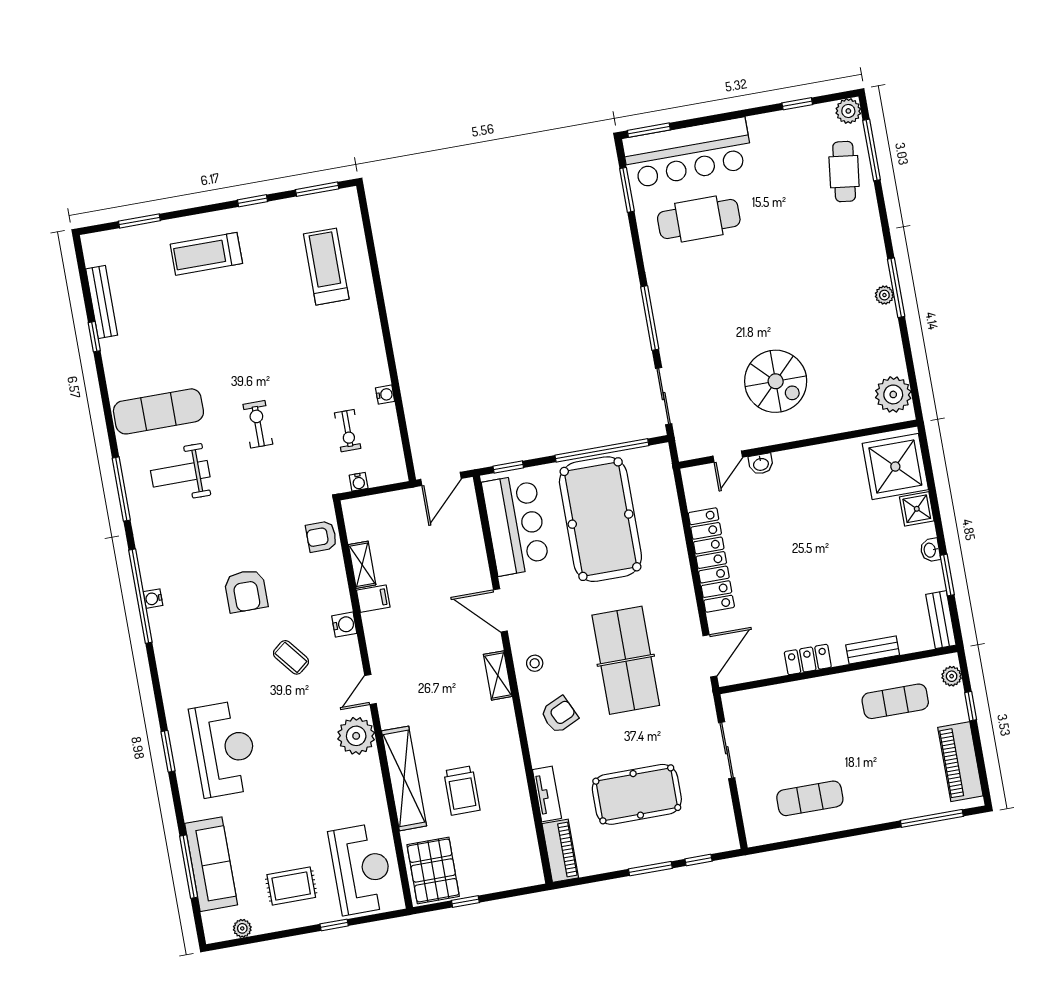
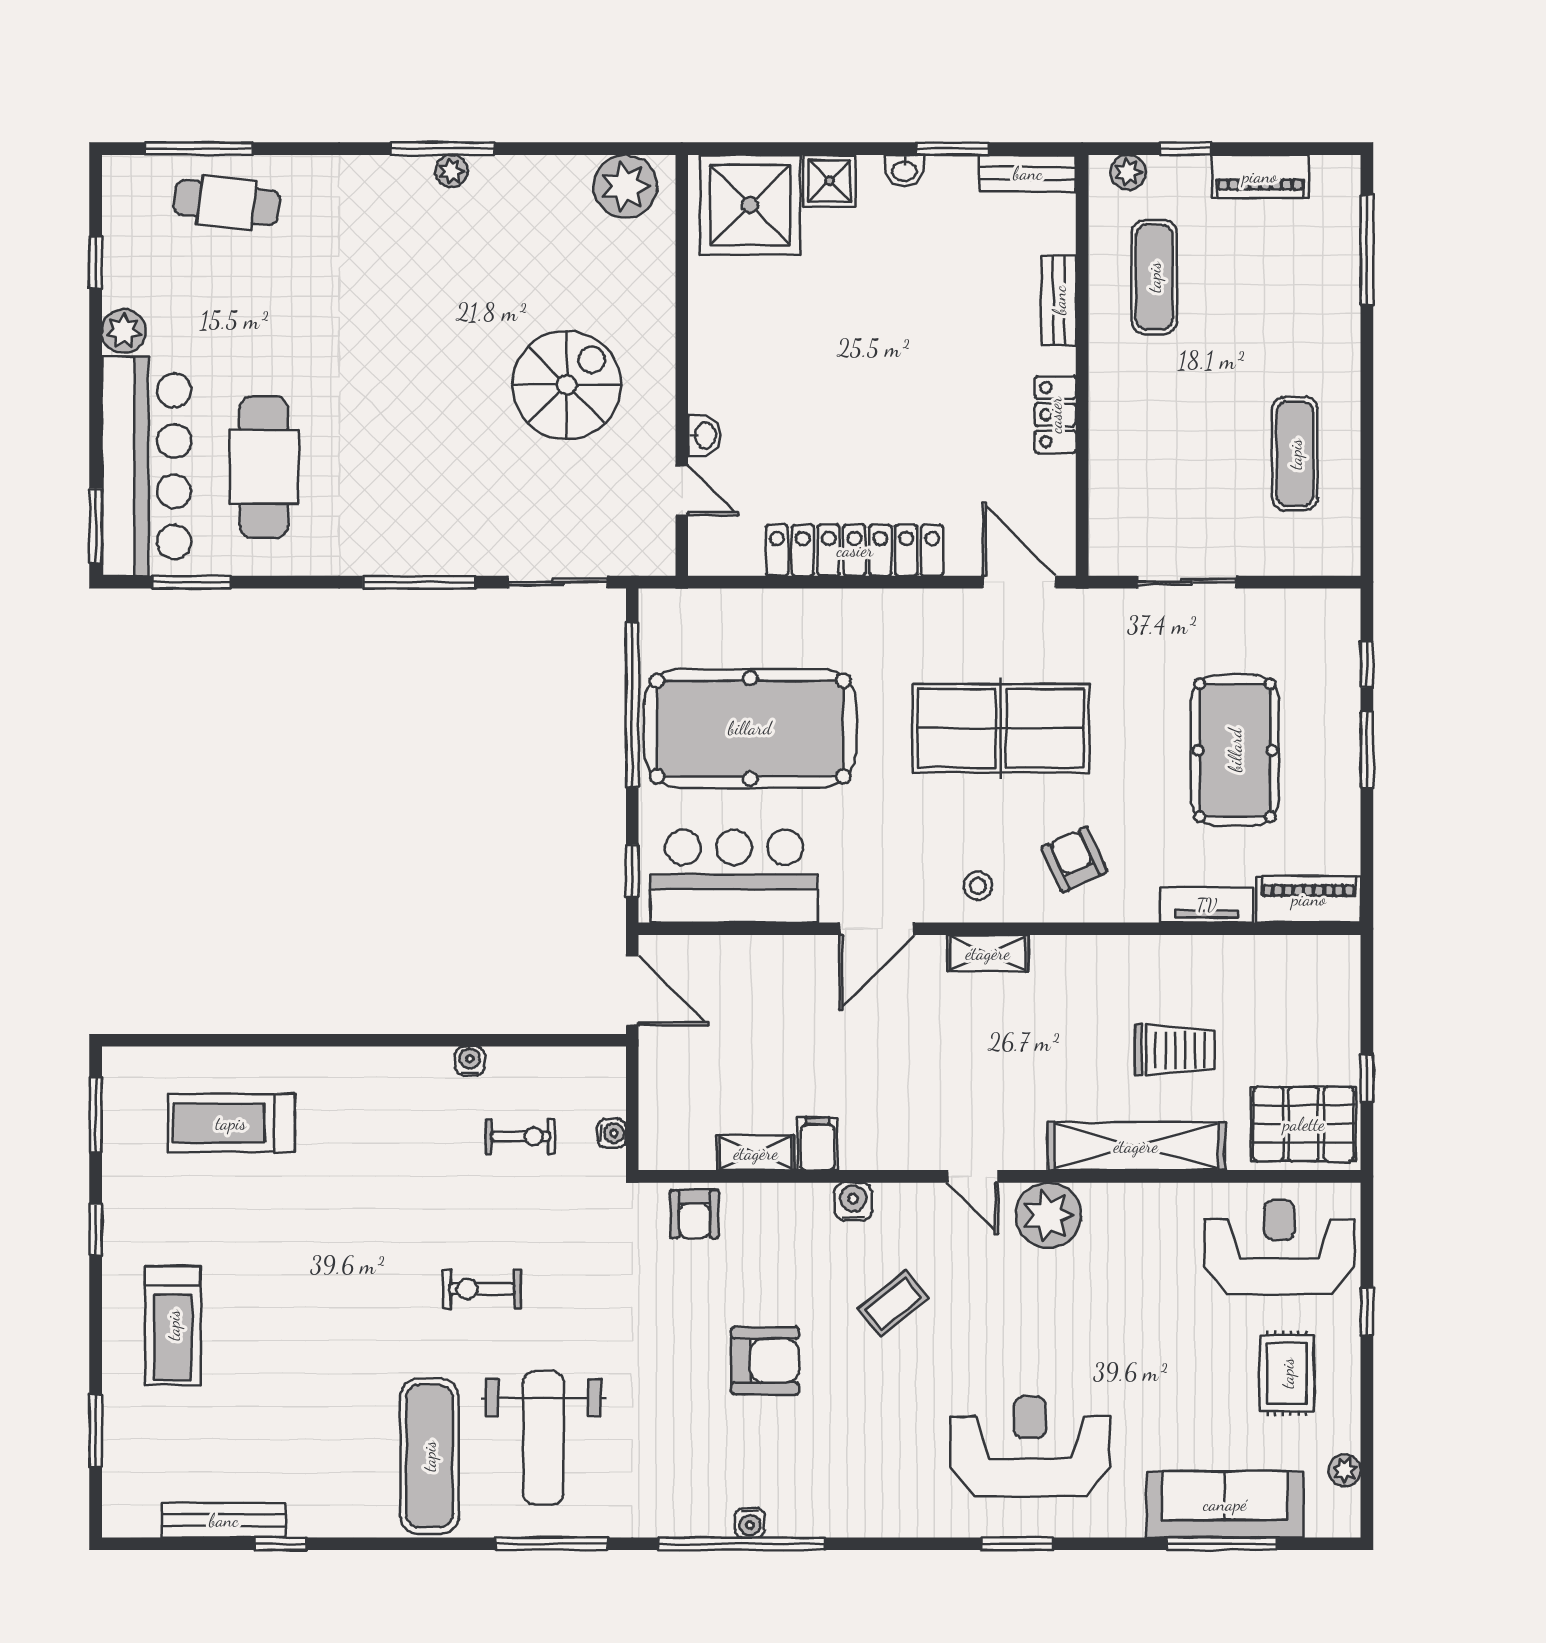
plant: (848, 111) -> (124, 331), moved
weight bench: (180, 474) -> (543, 1438), width x1.36, depth x1.33
piano: (960, 762) -> (1260, 176), width x0.73, depth x0.75

